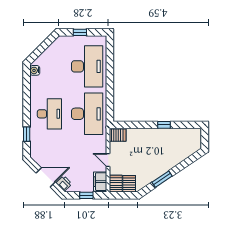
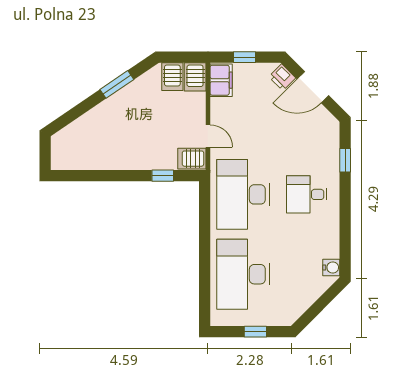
desk: (49, 114) -> (307, 194), width x0.73
window: (164, 125) -> (163, 176), moved
door: (108, 160) -> (208, 136), moved

